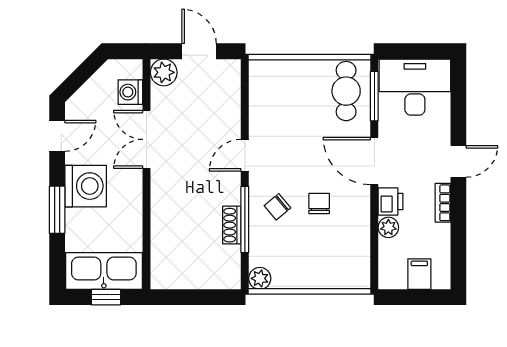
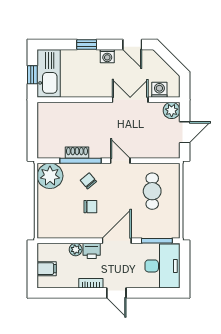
cafe table: (346, 91) -> (152, 191), moved, turned 90
washing machine: (86, 186) -> (107, 56), width x0.53, depth x0.53
window: (57, 210) -> (87, 44), width x0.67
plant: (260, 278) -> (50, 176), width x1.87, depth x1.87

